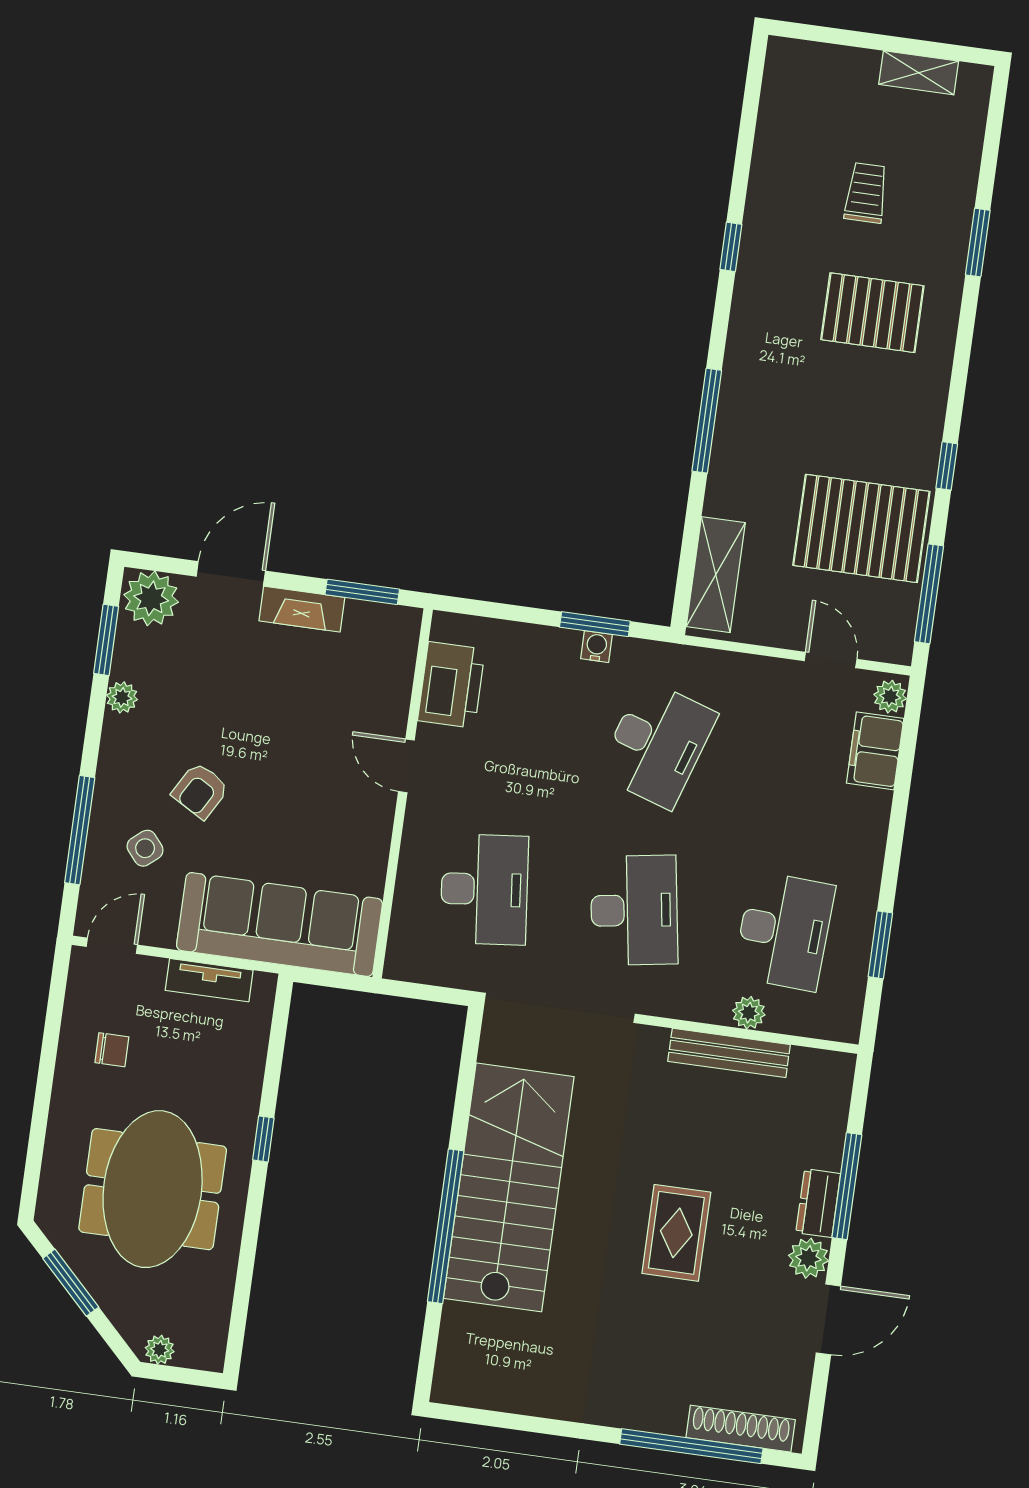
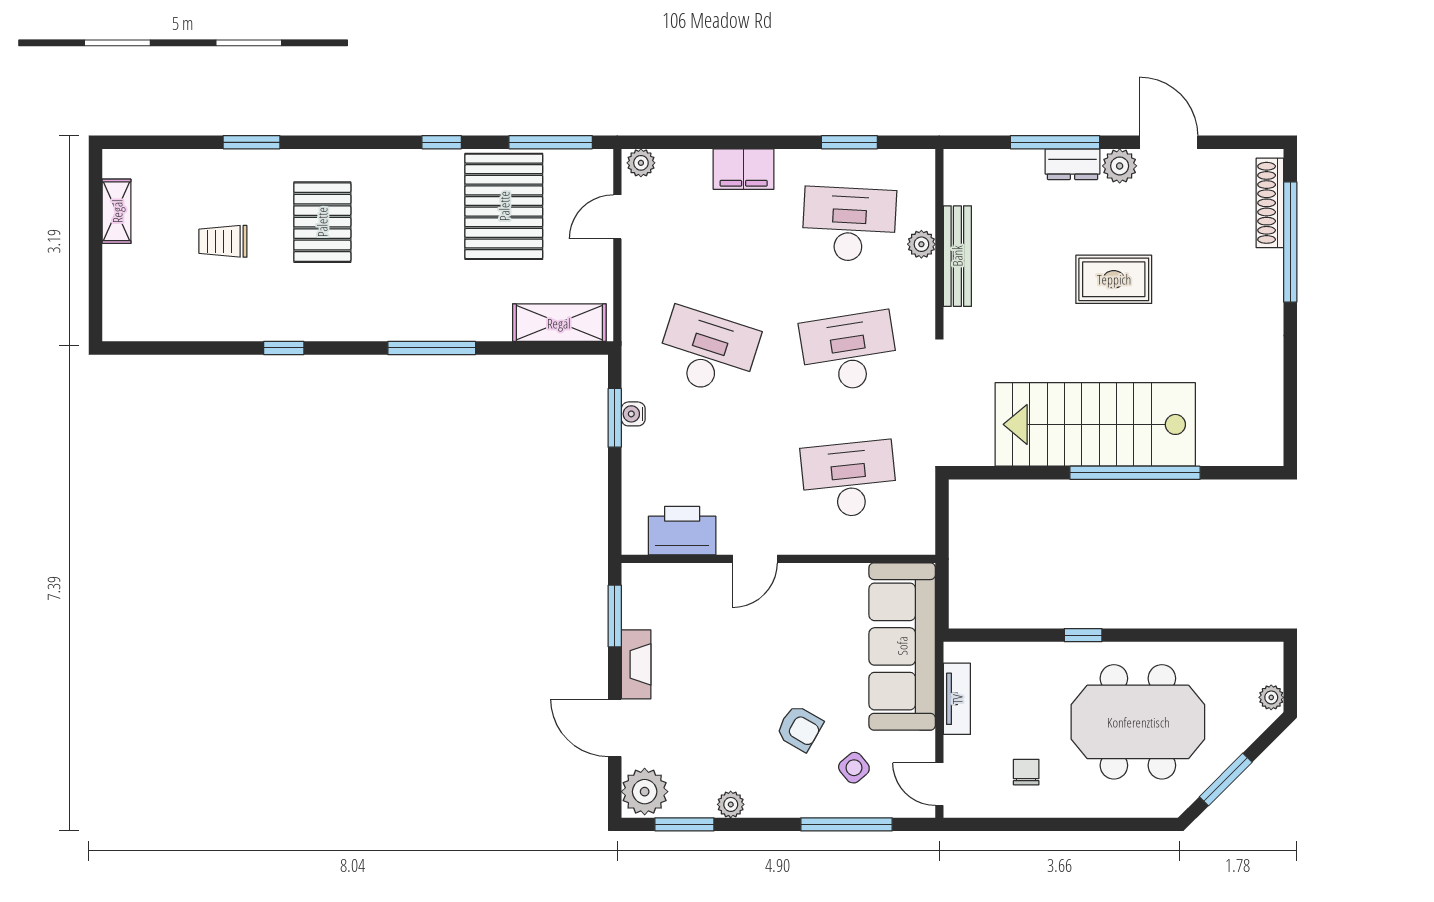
filing cabinet: (875, 751) -> (744, 169), moved

